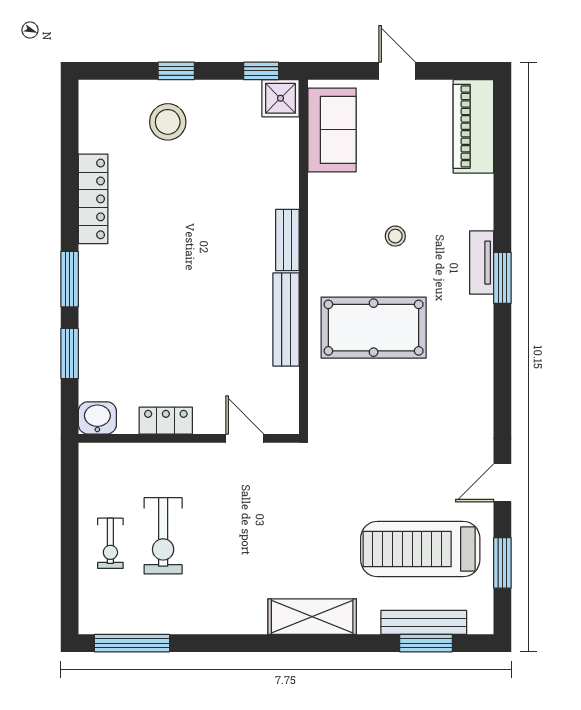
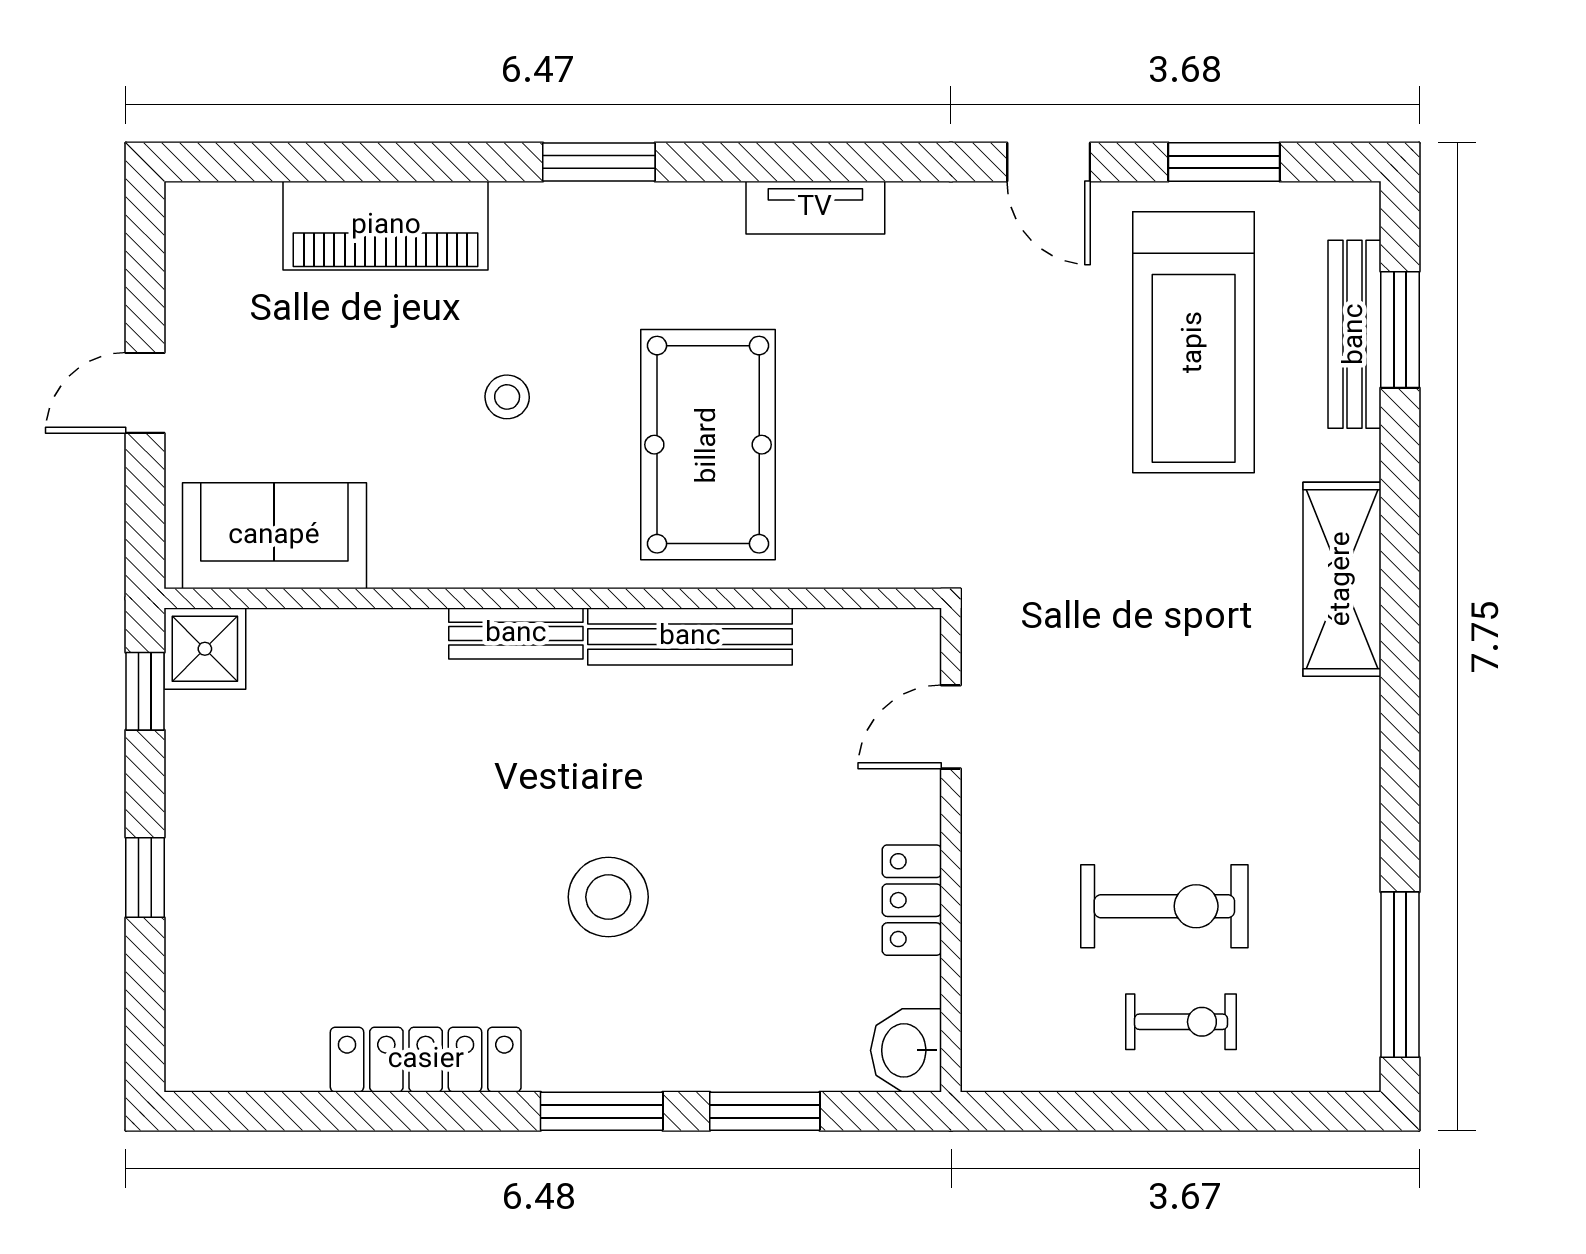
stool: (168, 122) -> (608, 897), moved
piano: (473, 126) -> (386, 226), moved
tv unit: (482, 263) -> (815, 208), moved

